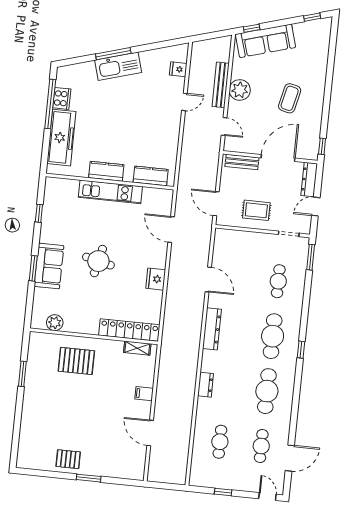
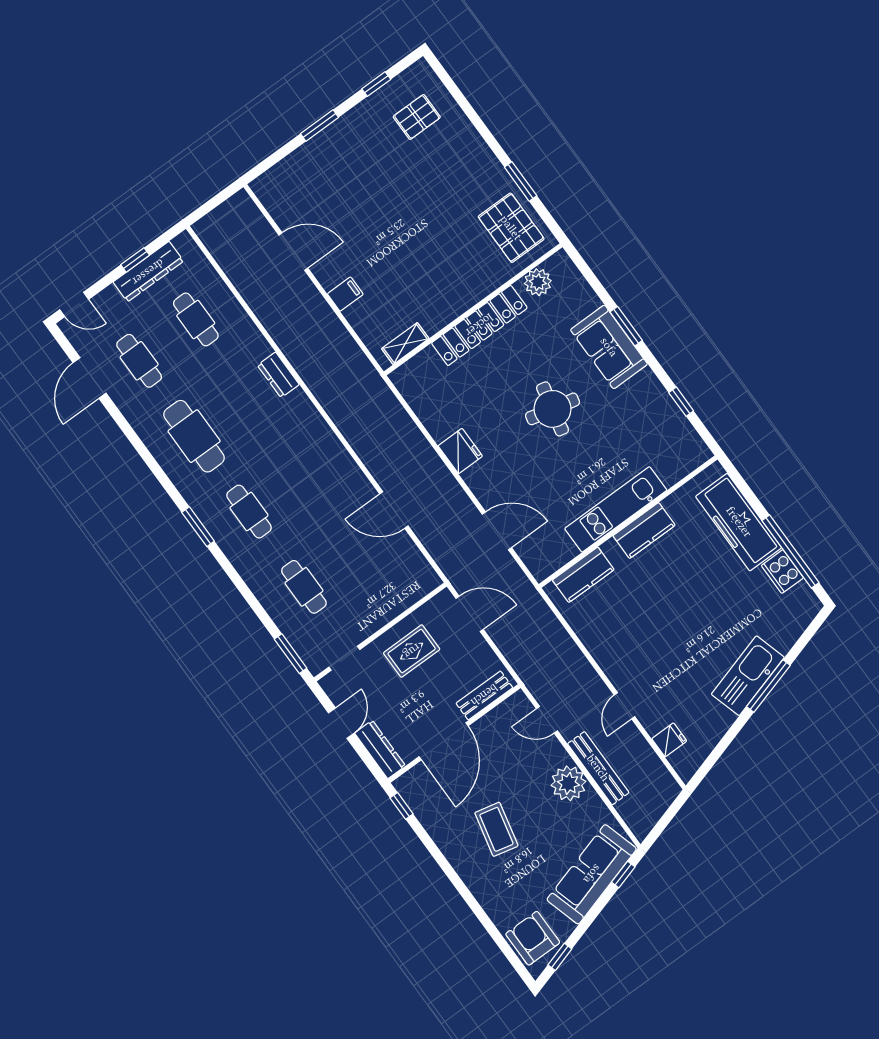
armchair: (317, 36) -> (533, 938), added
dresser: (212, 329) -> (148, 272), moved, turned -90
locker: (129, 330) -> (479, 325), moved
cafe table: (273, 336) -> (249, 512), width x0.73, depth x0.74
window: (301, 350) -> (198, 527), width x1.50
pallet: (76, 361) -> (511, 228), moved, turned 90
pallet: (68, 459) -> (417, 117), moved
window: (47, 474) -> (376, 84), added

